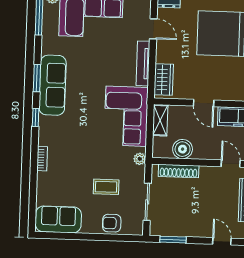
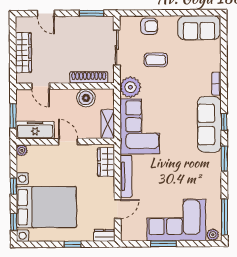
door: (153, 29) -> (118, 209), swing flipped
sofa: (53, 85) -> (209, 124), moved
plant: (140, 159) -> (130, 87), width x1.87, depth x1.87

